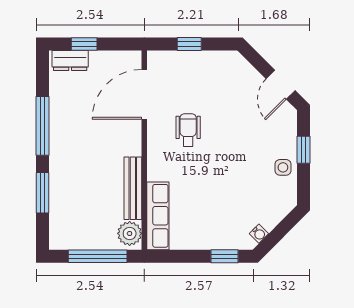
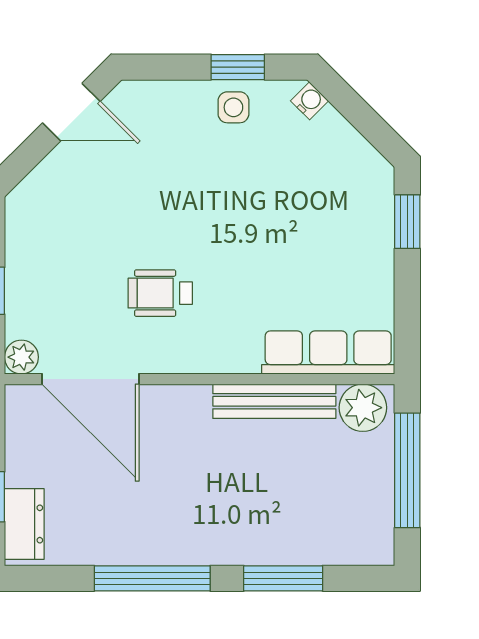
plant: (155, 59) -> (21, 357), added
window: (304, 150) -> (238, 67), moved
water cooler: (259, 234) -> (310, 101), moved

